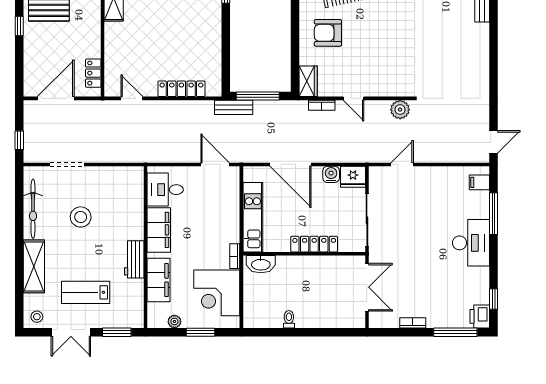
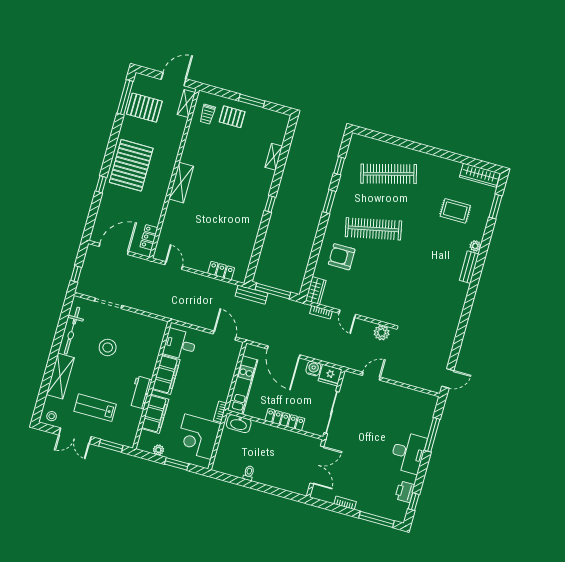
locker: (181, 89) -> (221, 271), width x0.66
filing cabinet: (479, 182) -> (428, 407), removed
printer: (480, 316) -> (405, 492), moved

